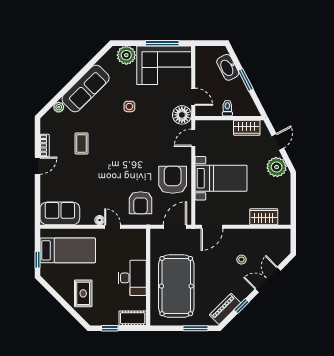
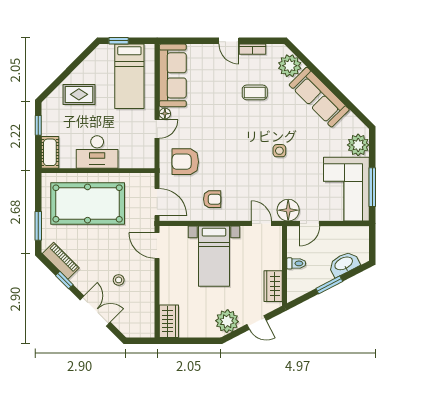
side table: (129, 106) -> (279, 151), moved
plant: (59, 107) -> (290, 66), width x1.88, depth x1.88
armchair: (173, 180) -> (212, 199), width x0.53, depth x0.53
sofa: (60, 213) -> (173, 75), width x1.36
wardrobe: (264, 217) -> (169, 321), moved

